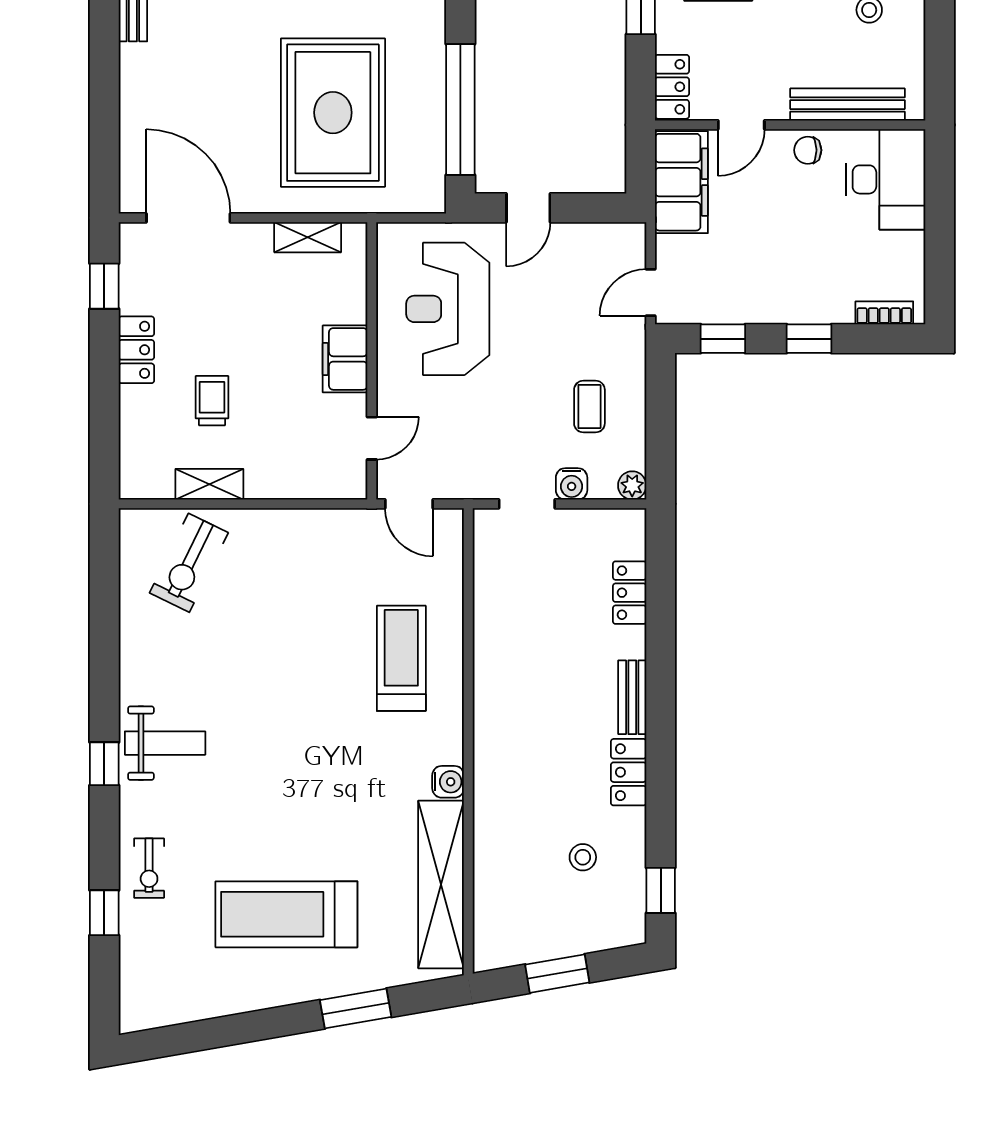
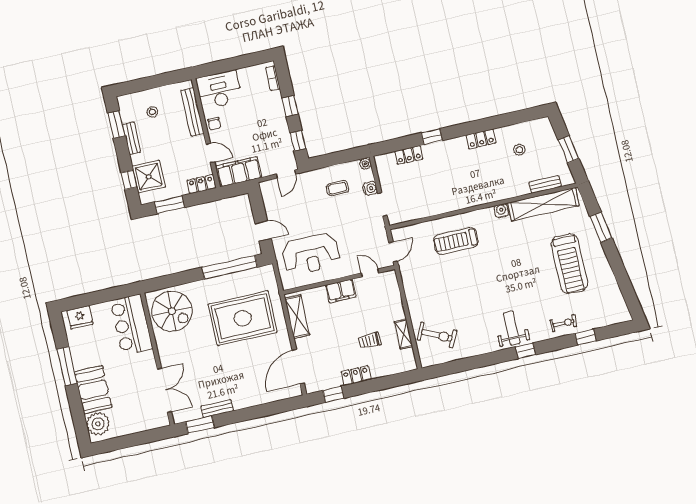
shelving: (308, 237) -> (297, 317), width x1.50, depth x1.33
door: (651, 293) -> (286, 174), hinge flipped
bench: (632, 697) -> (545, 184), moved
window: (661, 890) -> (432, 137), moved

